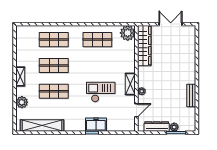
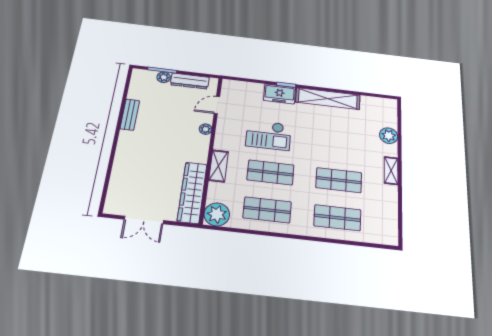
shelving: (130, 84) -> (219, 166), moved
shop shelf: (54, 91) -> (271, 172), moved
shelving: (42, 126) -> (328, 99), moved

